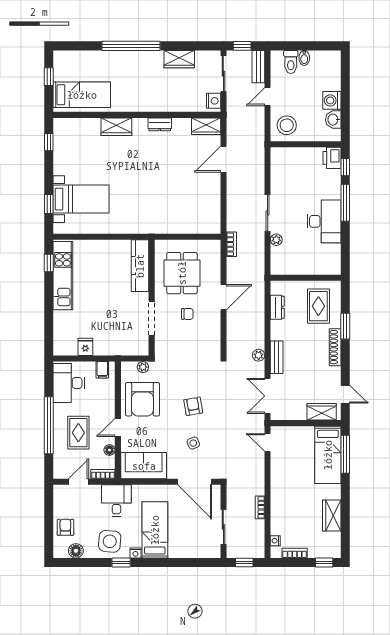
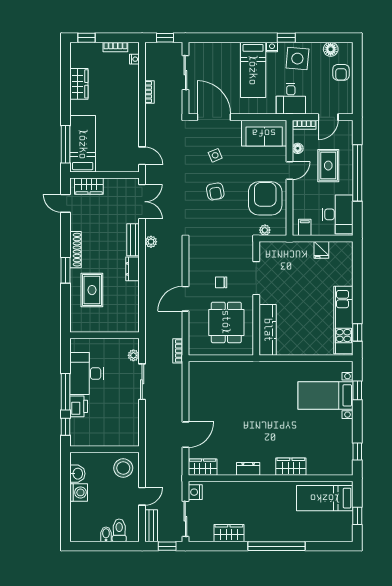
printer: (332, 158) -> (79, 406), moved
wall: (306, 278) -> (105, 335), moved
dresser: (277, 307) -> (132, 269), moved

